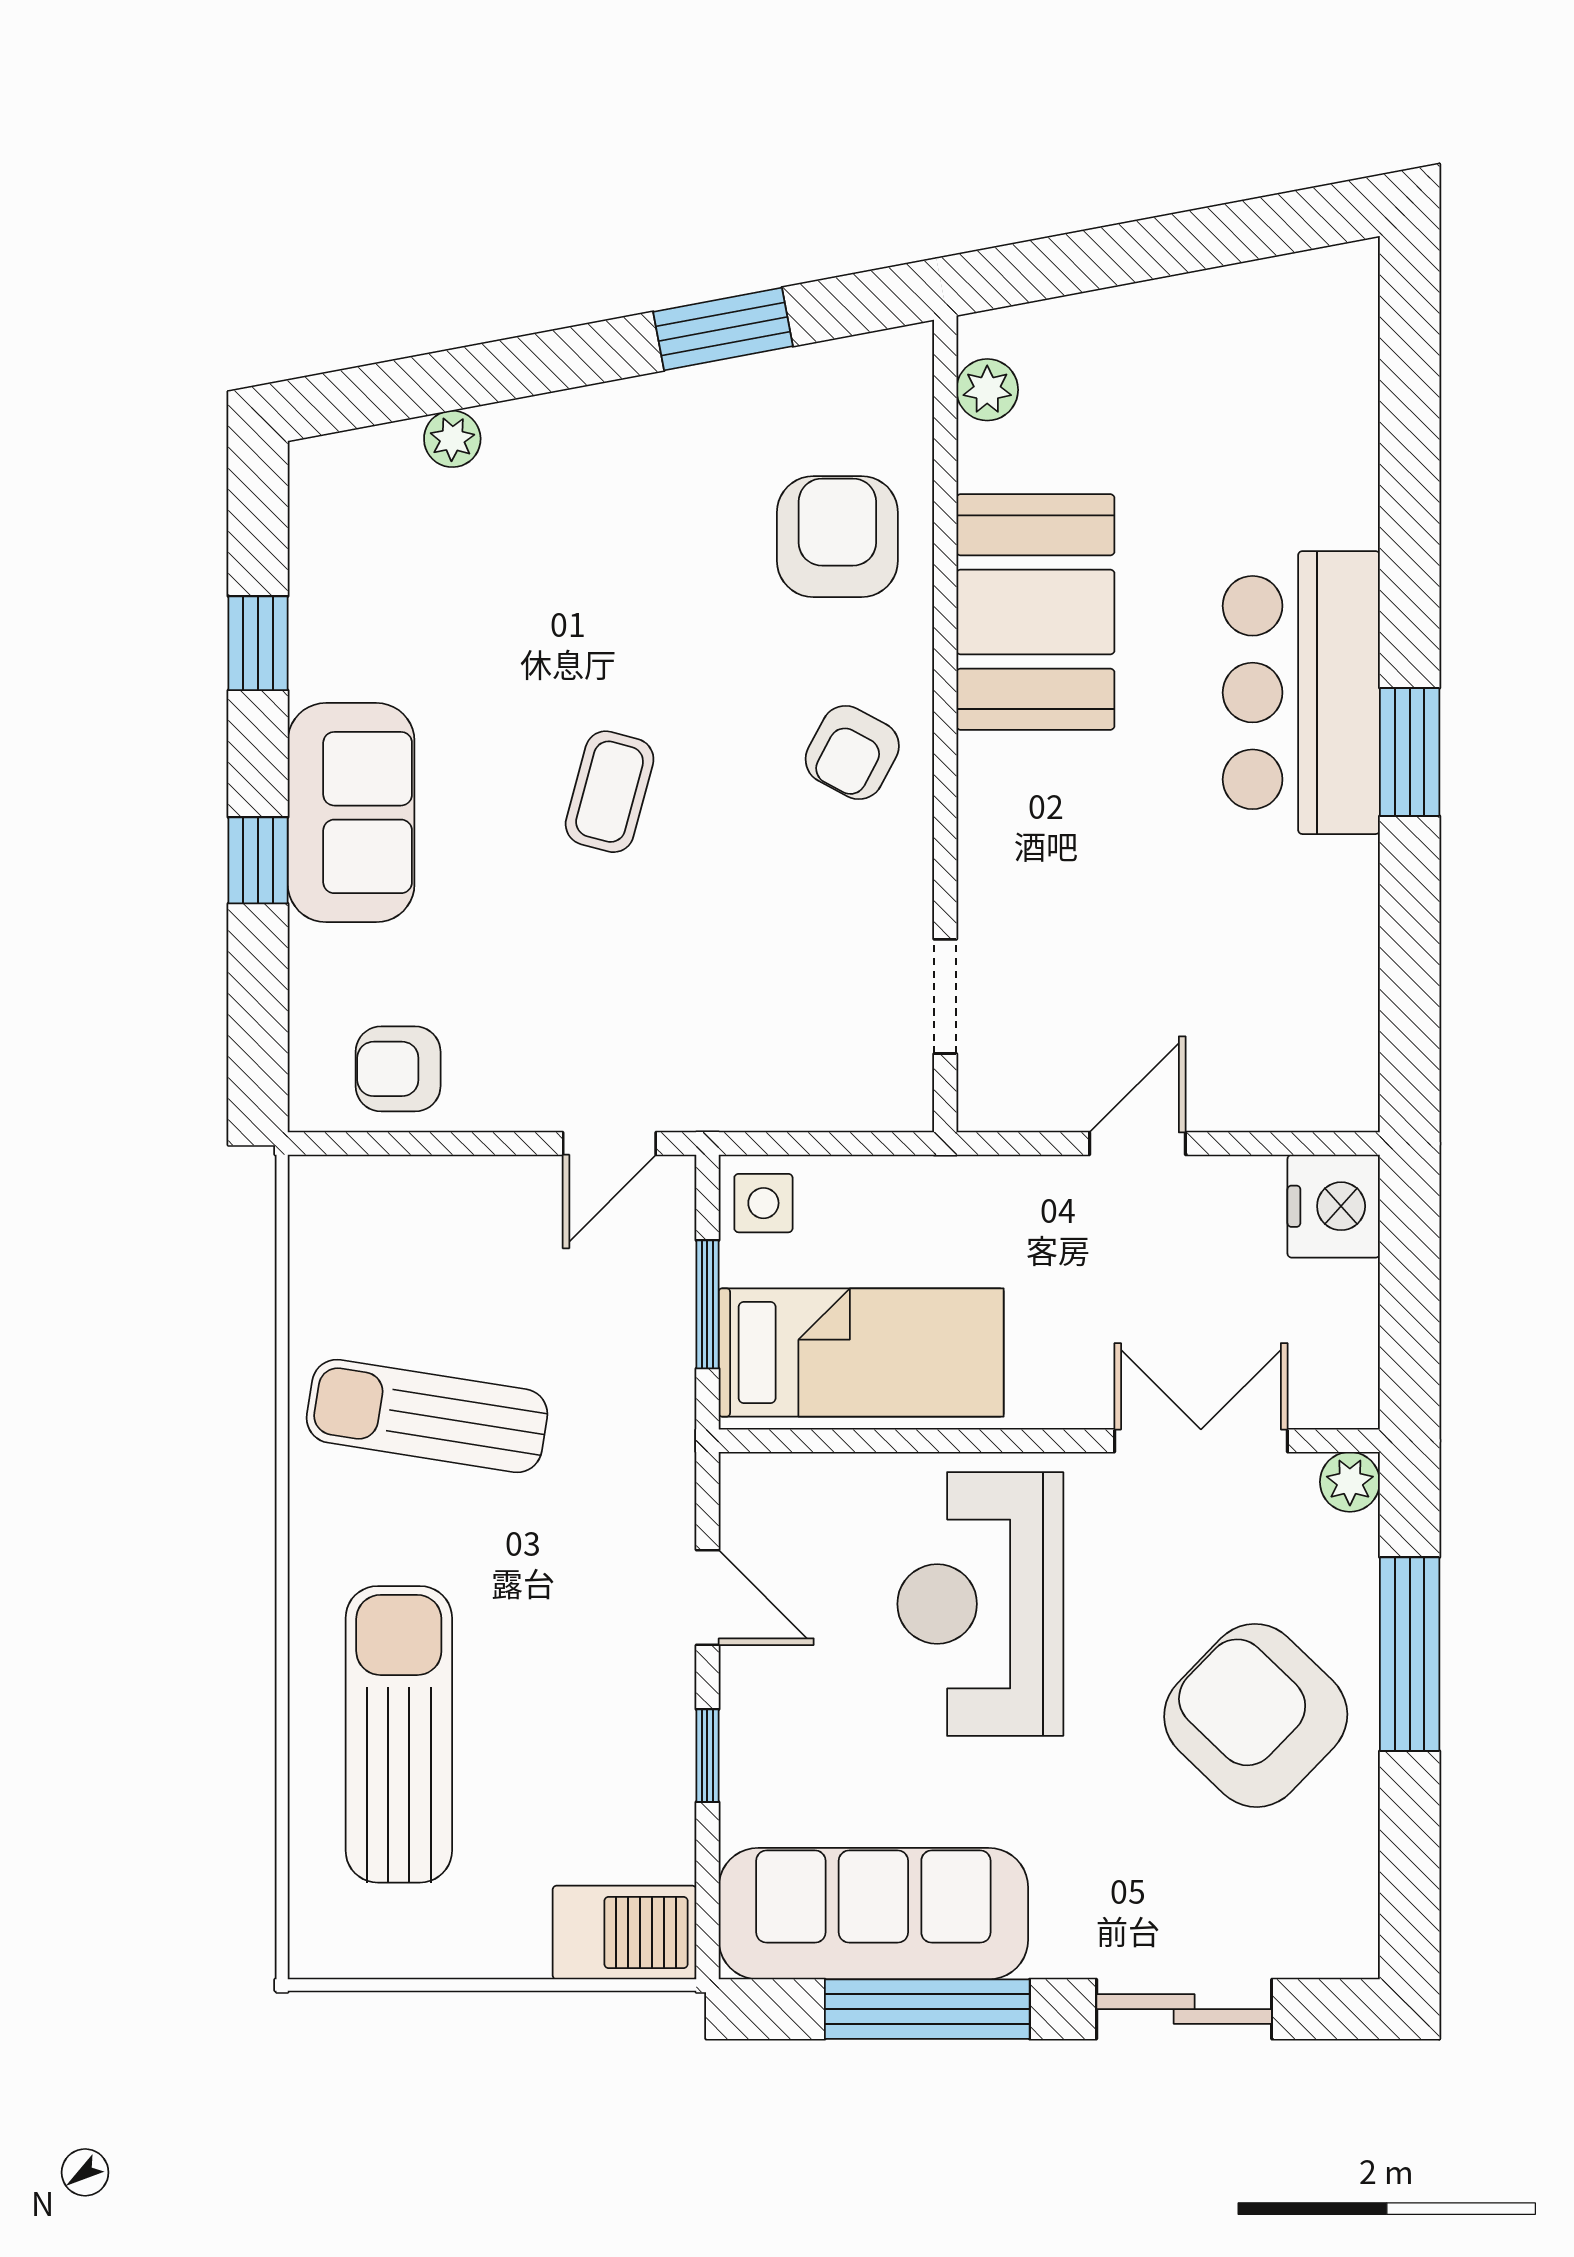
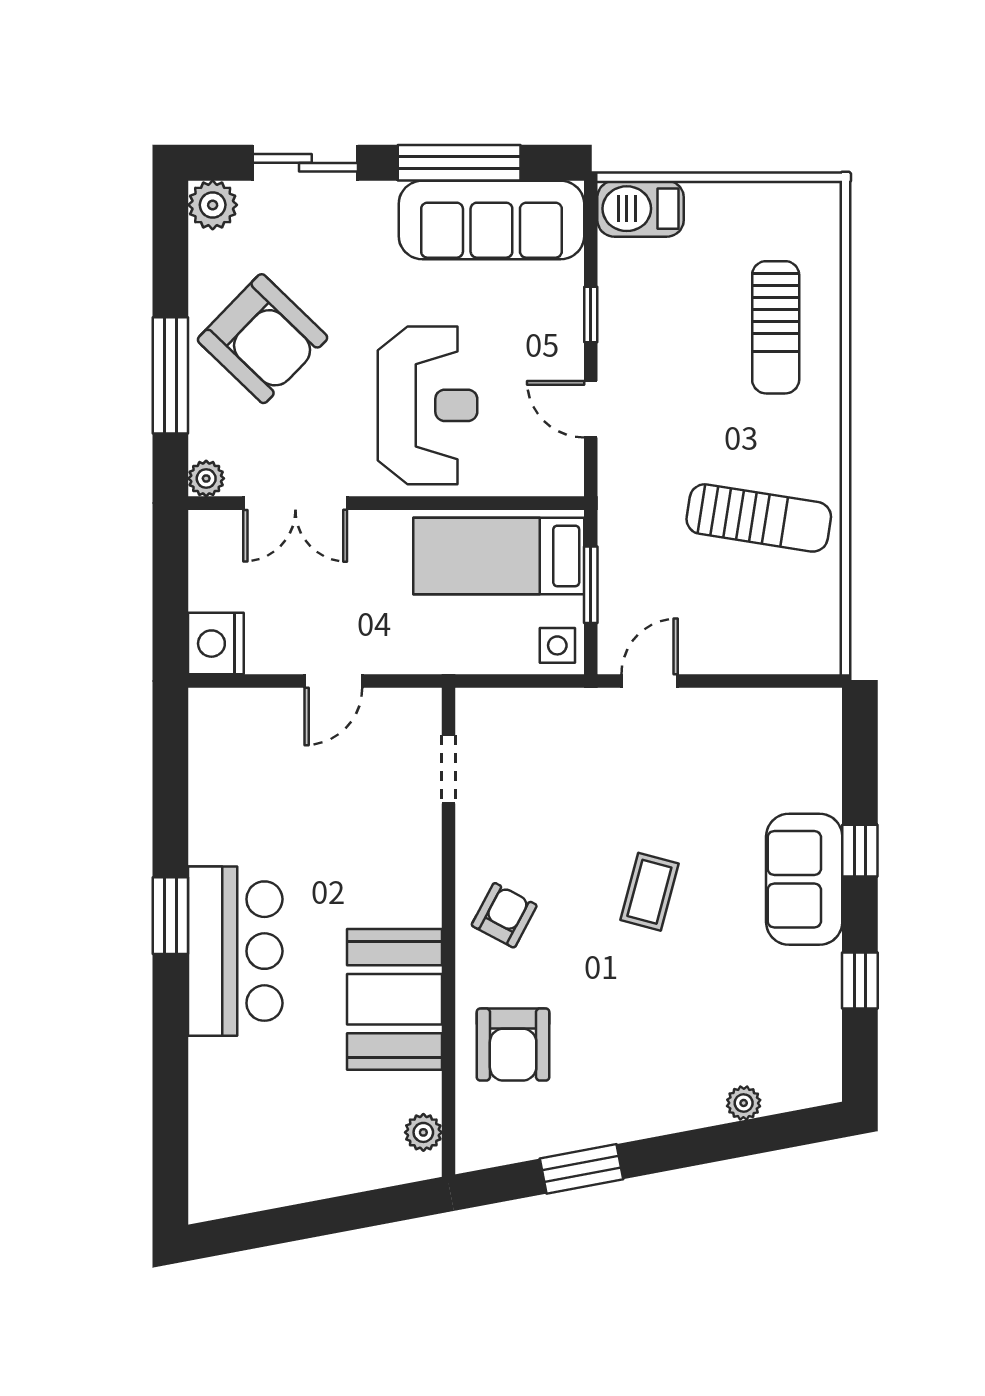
armchair: (398, 1069) -> (776, 726), removed
sun lounger: (399, 1734) -> (776, 327), width x0.73, depth x0.75
plant: (1339, 1939) -> (213, 205), added

